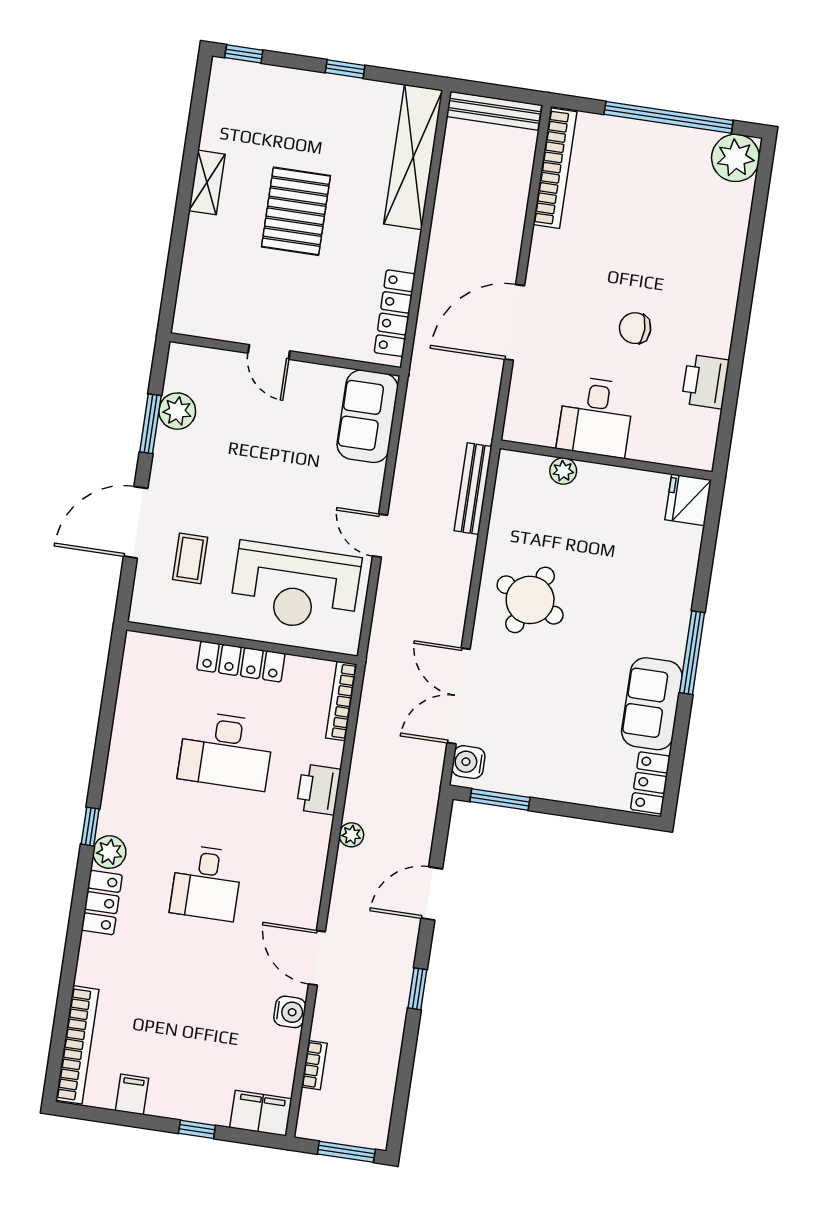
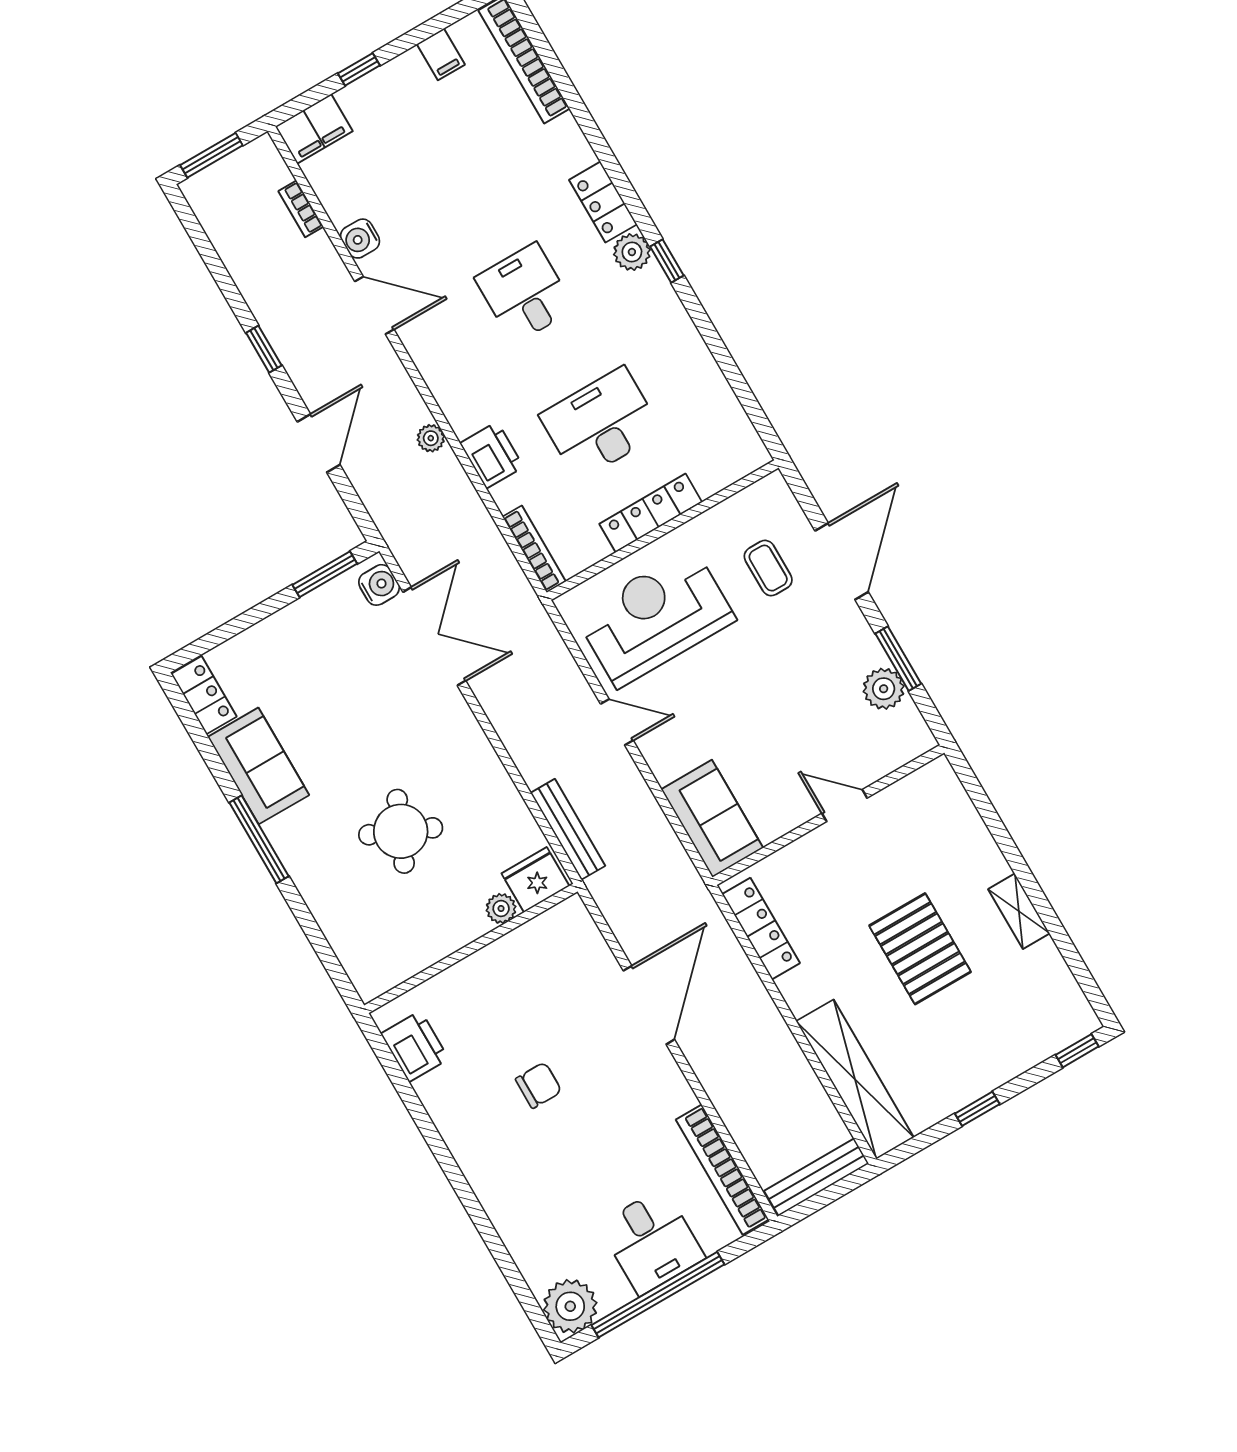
printer: (705, 382) -> (415, 1046), moved
desk: (596, 417) -> (652, 1241), moved, turned 180
fridge: (688, 500) -> (535, 880), moved, turned -90
round table: (530, 600) -> (401, 831), moved

